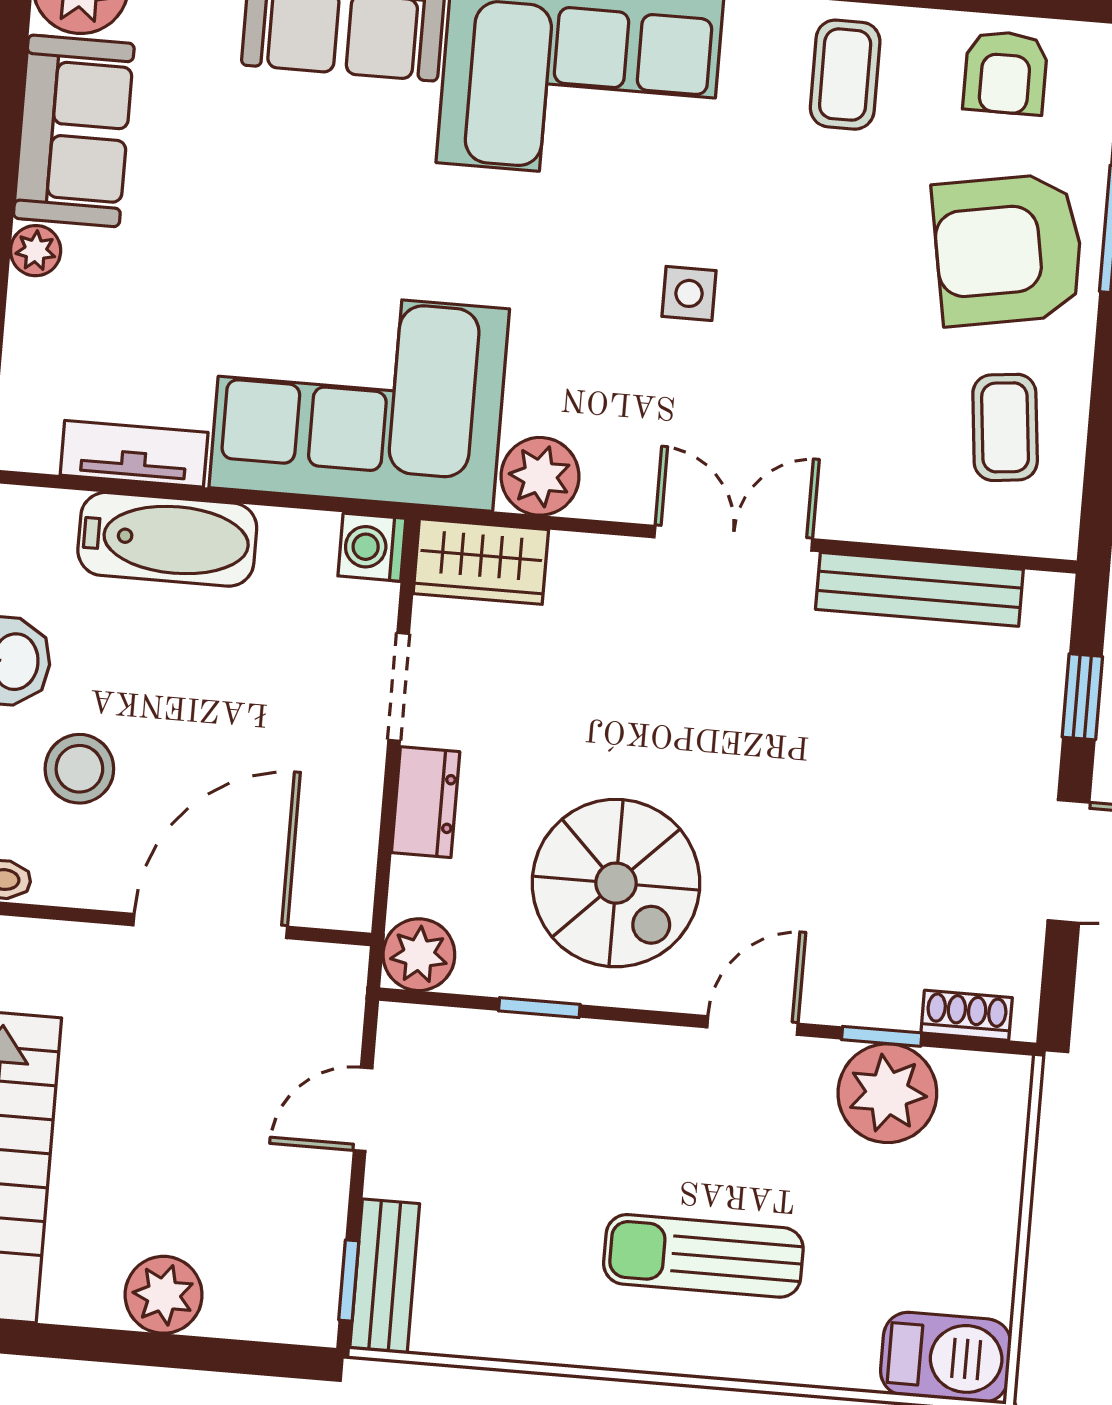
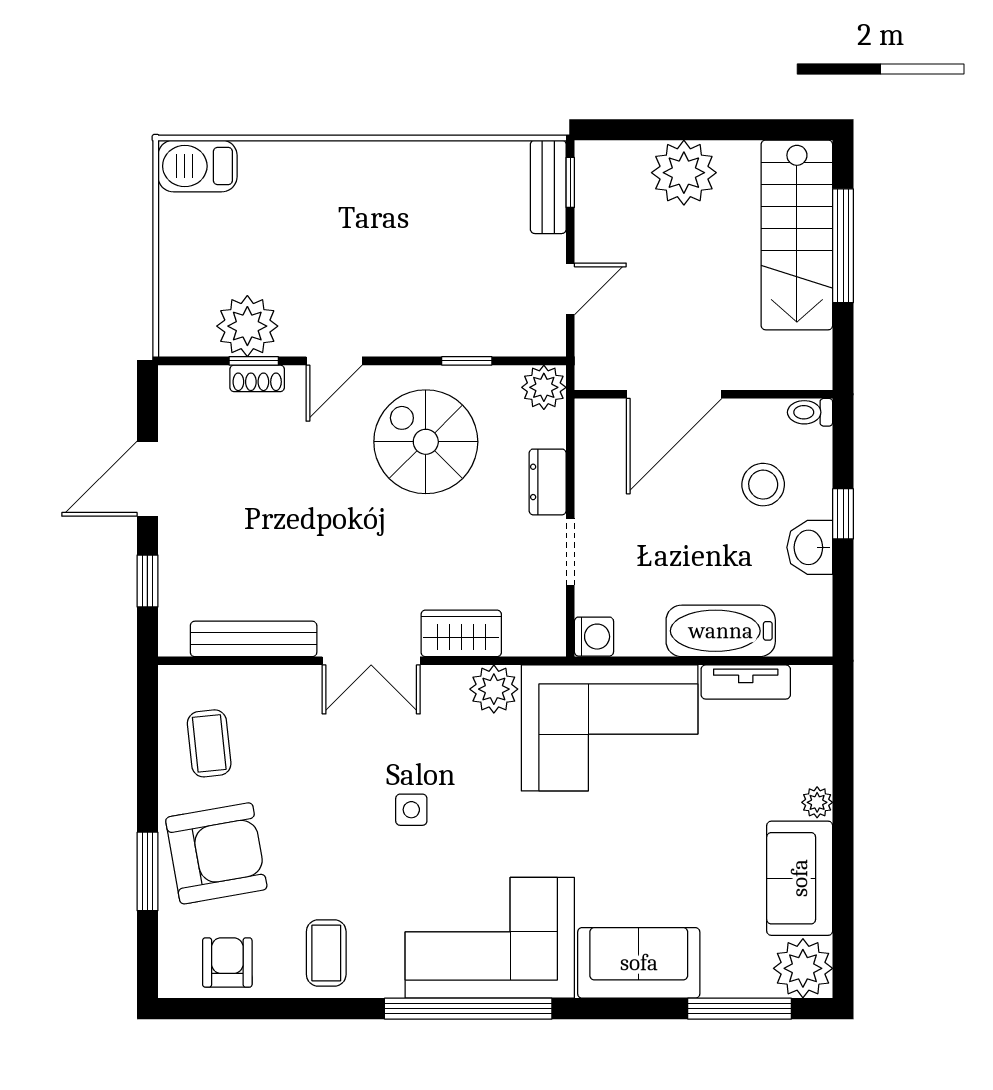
wardrobe: (481, 562) -> (461, 633), moved
shoe rack: (967, 1015) -> (257, 378), moved
sun lounger: (703, 1256) -> (352, 216), removed
plant: (164, 1295) -> (684, 173), width x1.36, depth x1.36

